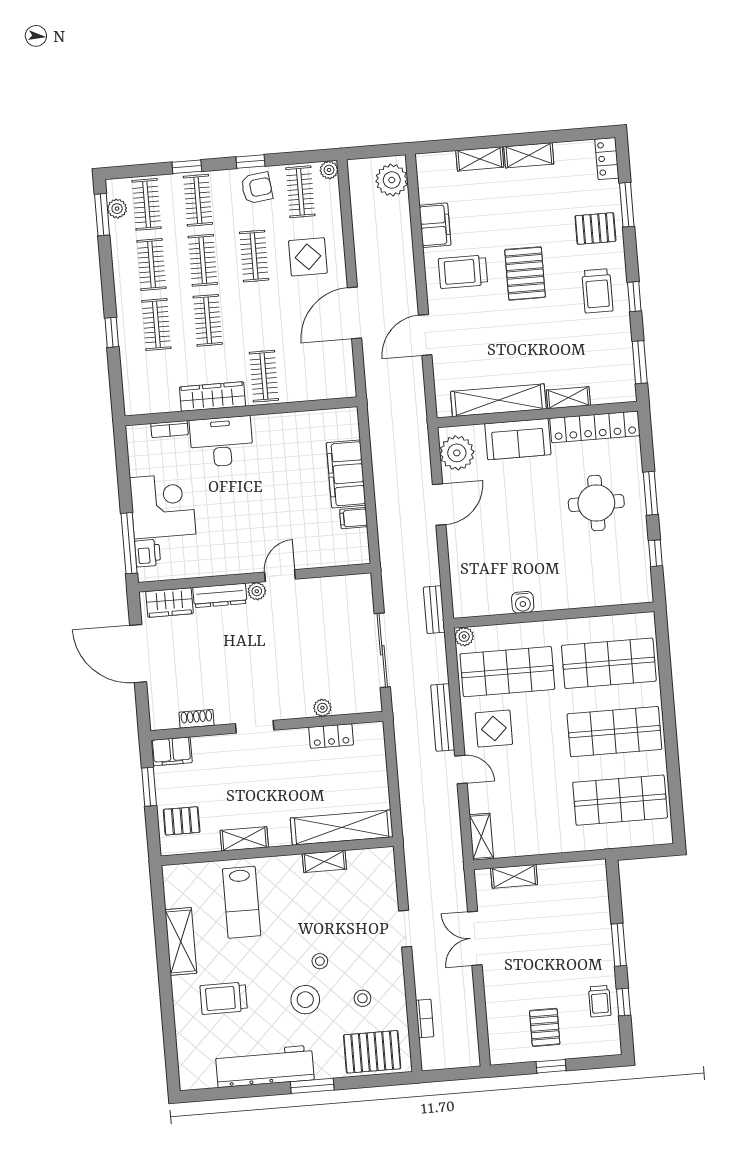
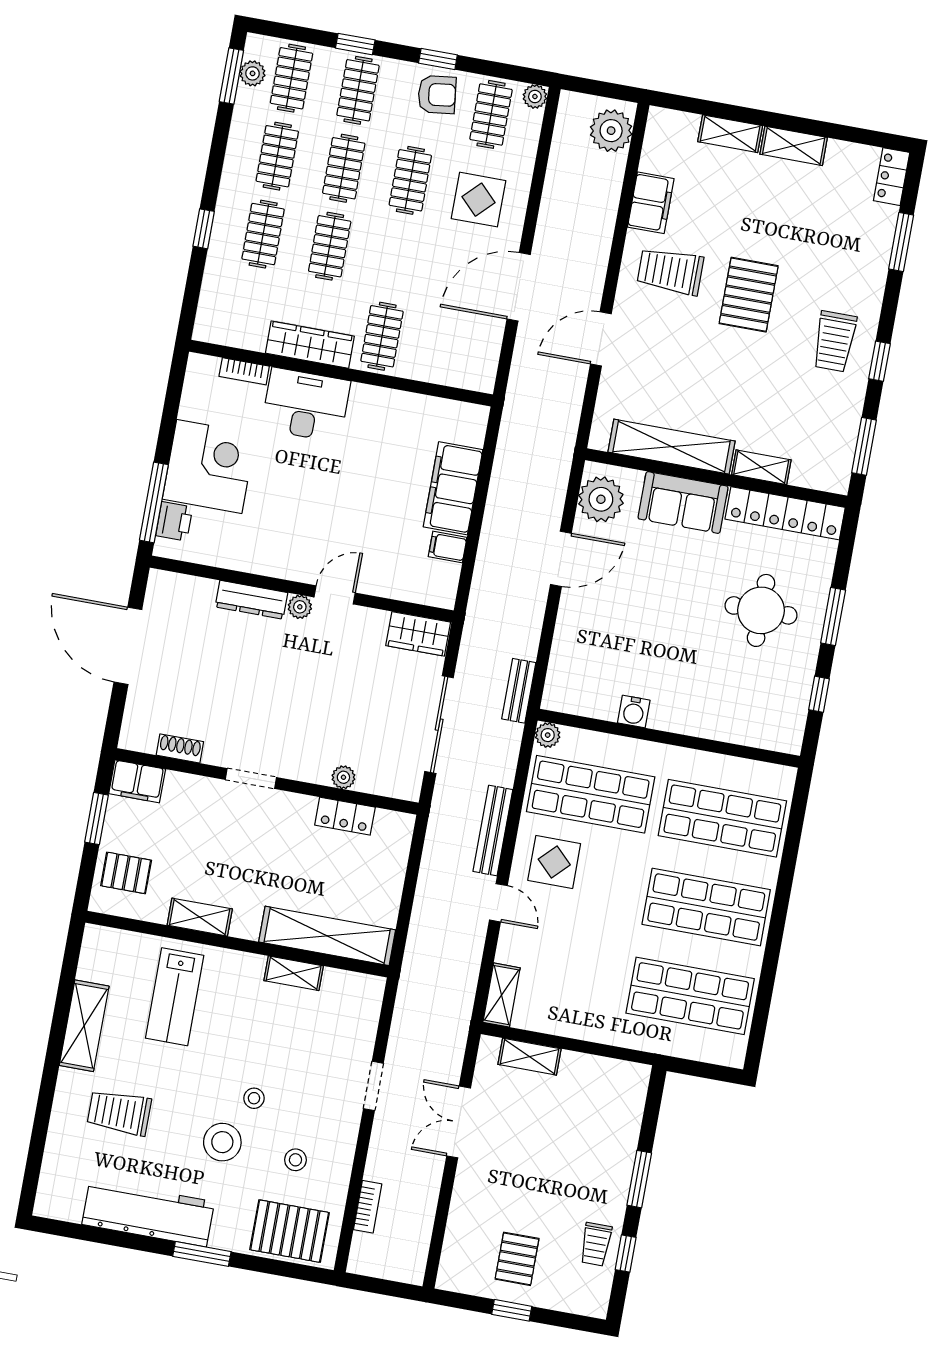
pallet: (595, 229) -> (853, 262), removed
wardrobe: (169, 602) -> (418, 634), moved

